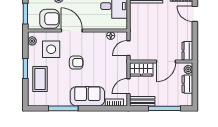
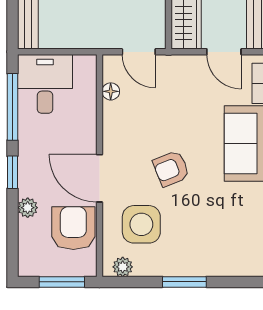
door: (72, 30) -> (99, 178), hinge flipped
armchair: (76, 63) -> (171, 169), turned -112
coffee table: (40, 79) -> (208, 249), removed

